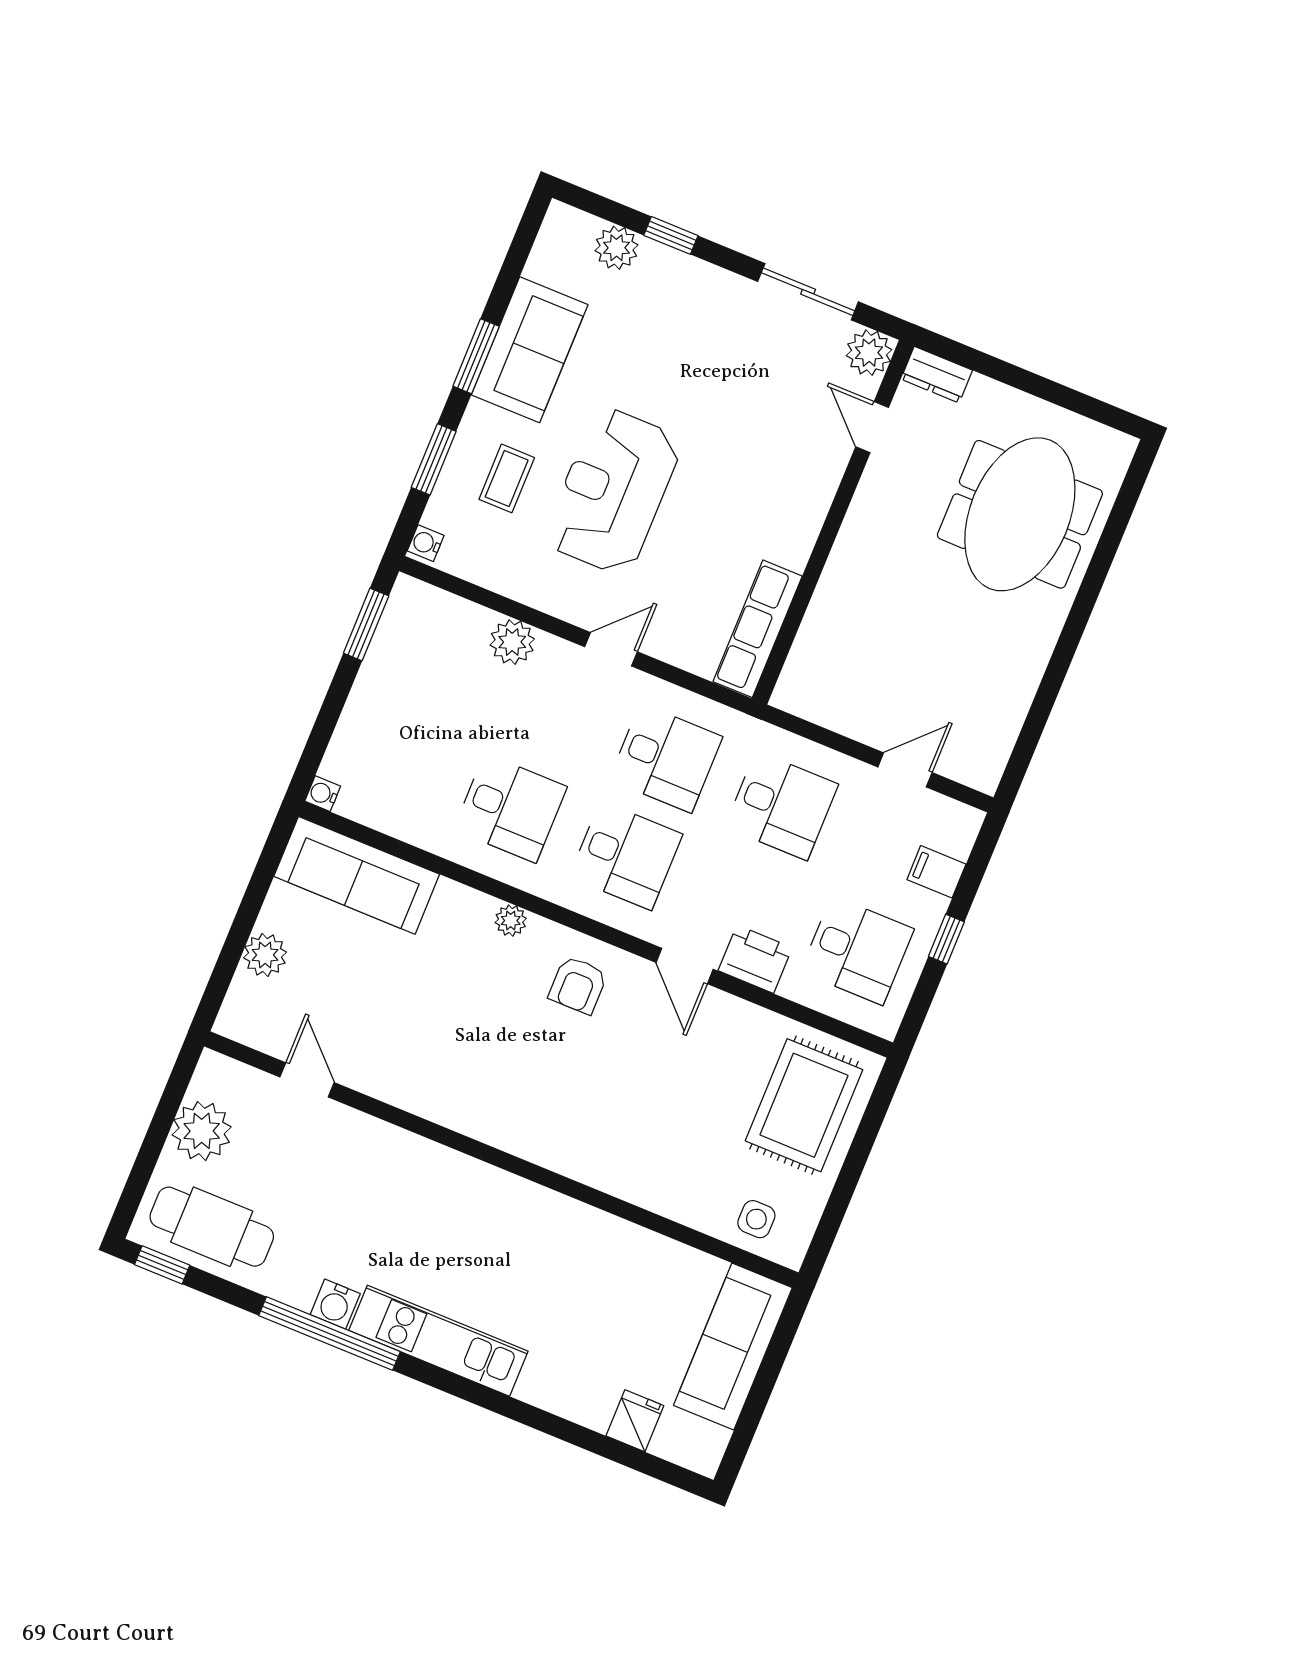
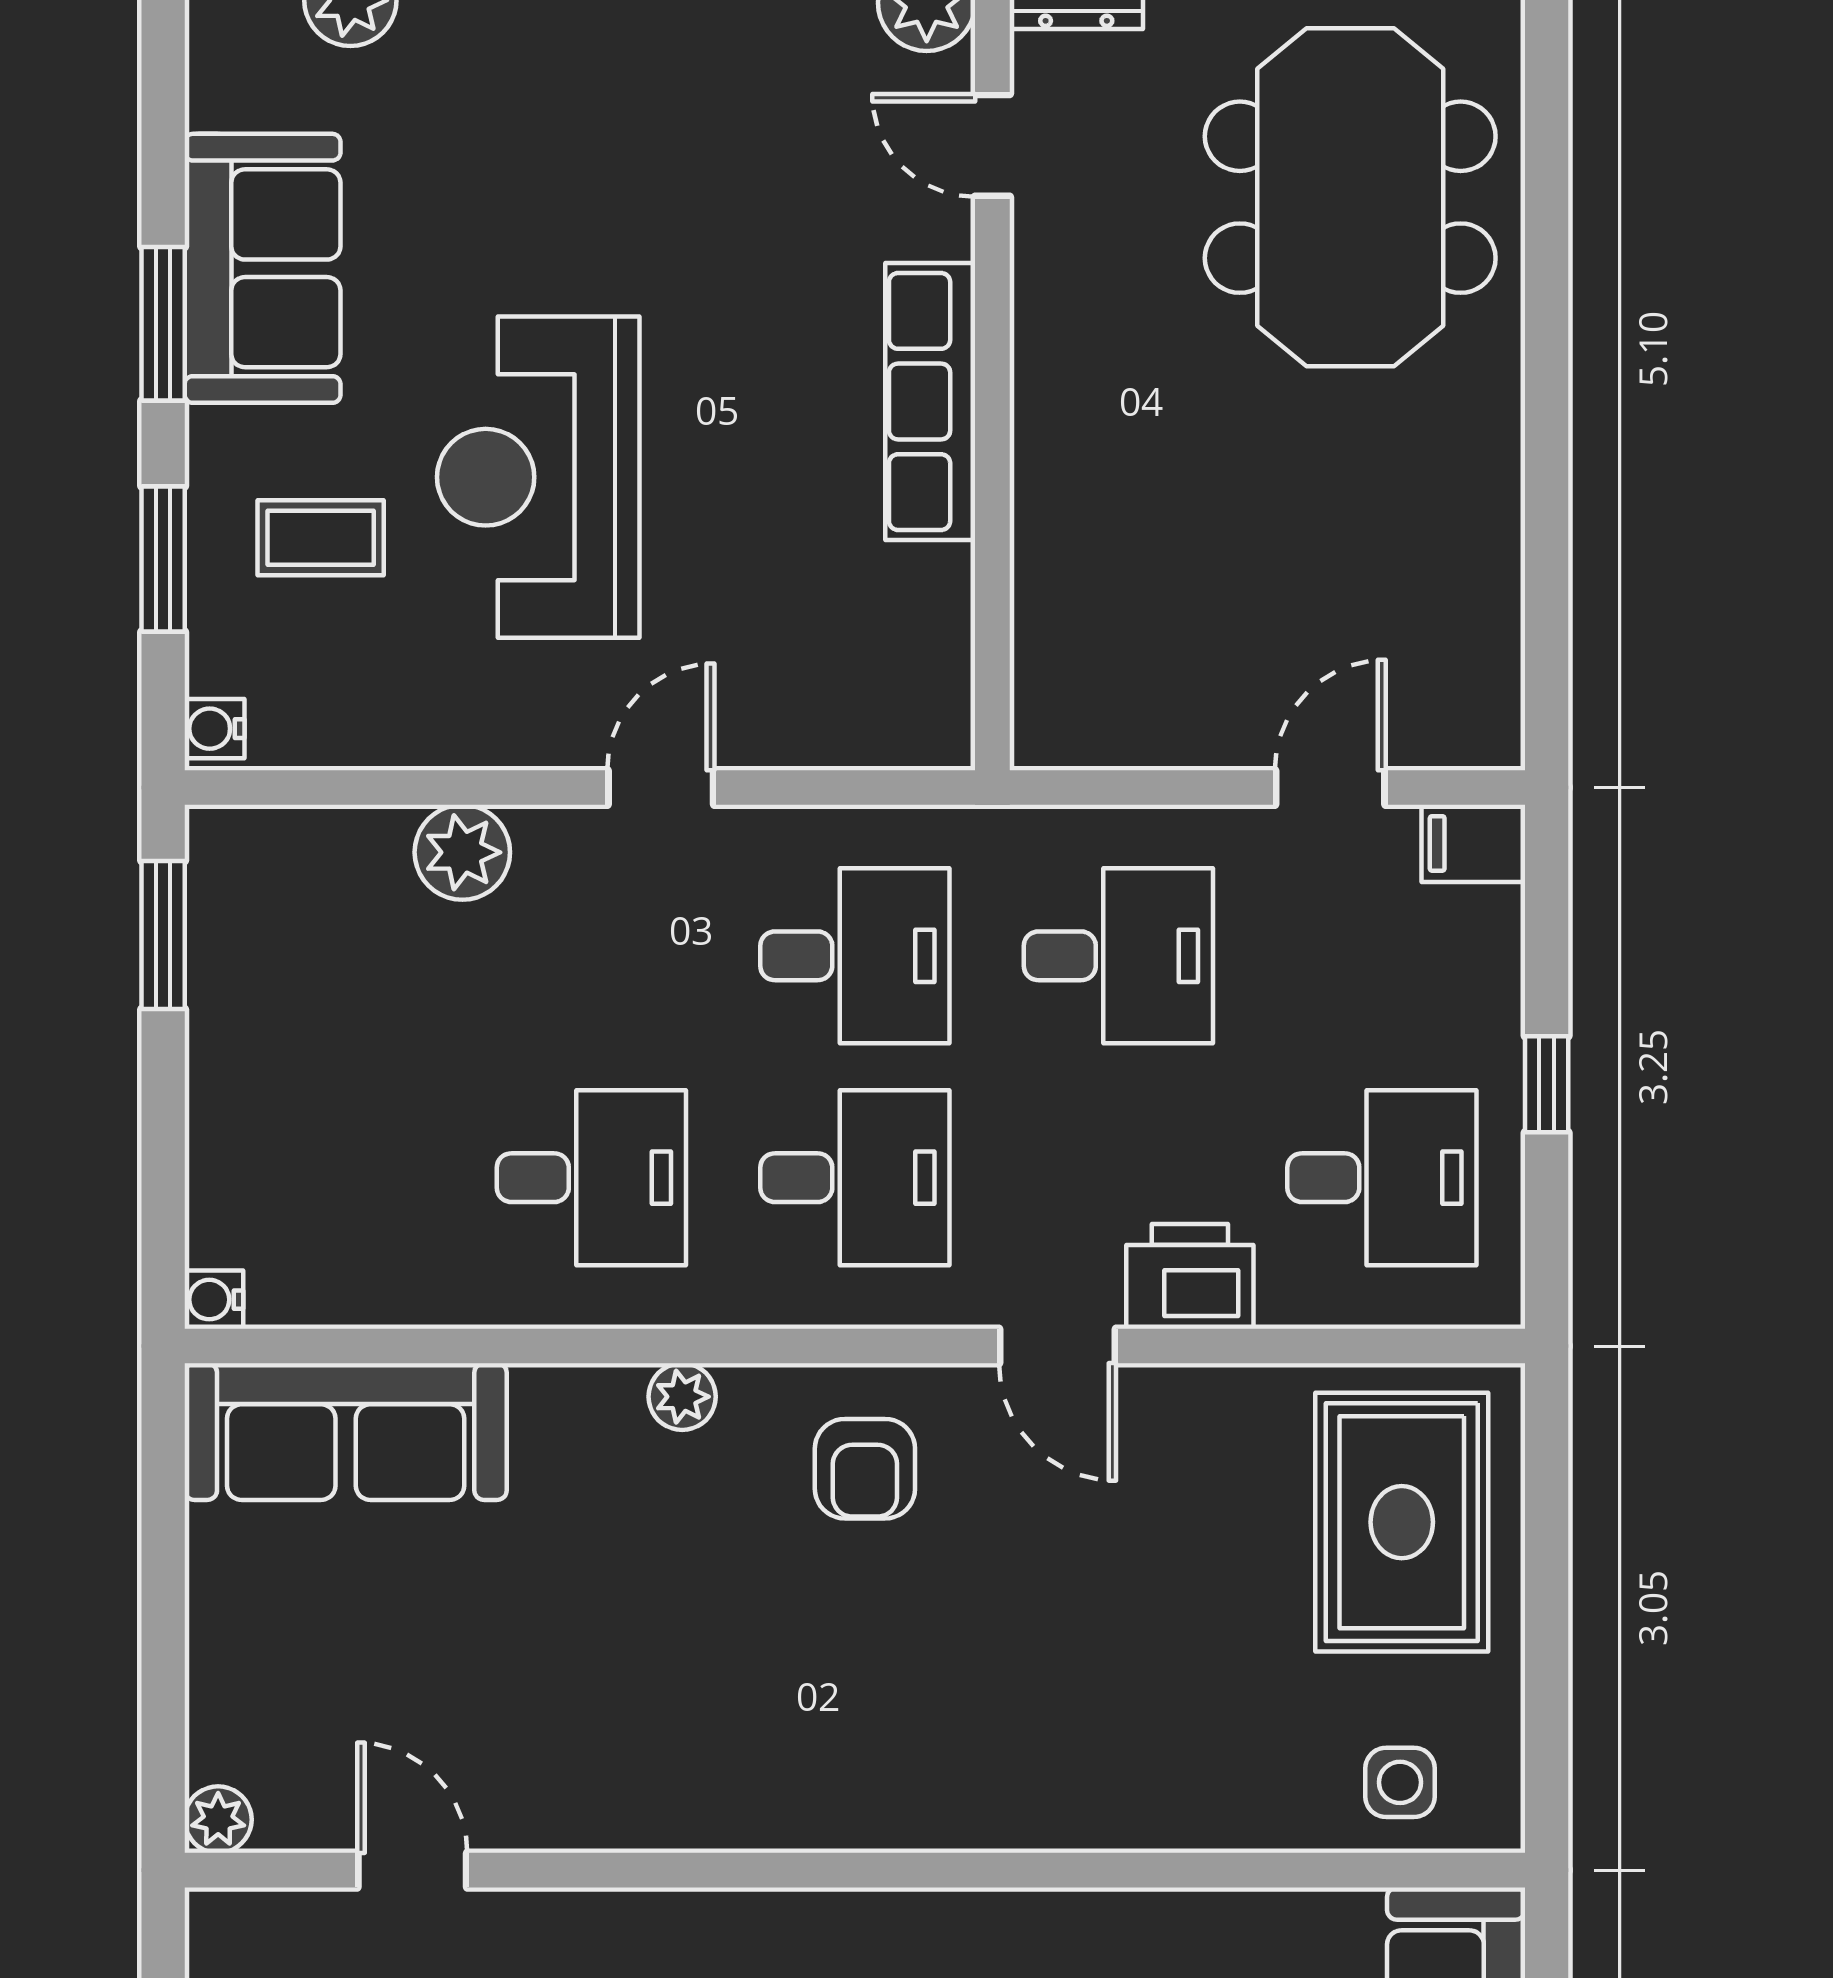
coffee table: (507, 478) -> (321, 538), turned 90
row of seats: (758, 629) -> (930, 402), moved
filing cabinet: (936, 872) -> (1473, 843), moved
plant: (265, 955) -> (218, 1820), moved, width x0.73, depth x0.73

